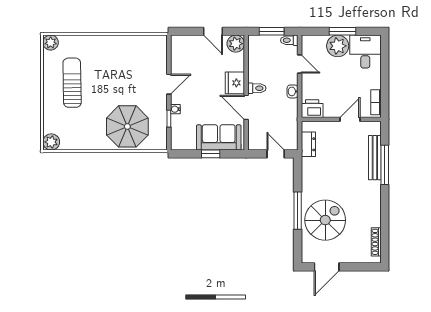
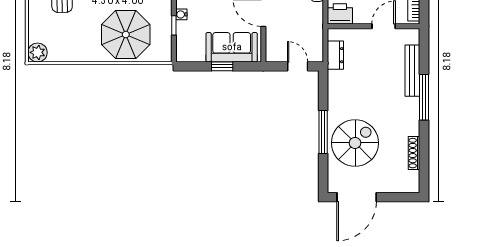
window: (385, 165) -> (424, 97), moved
shoe rack: (376, 242) -> (414, 153), moved
door: (327, 267) -> (357, 197), width x1.36

